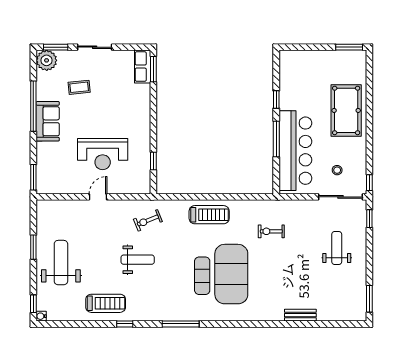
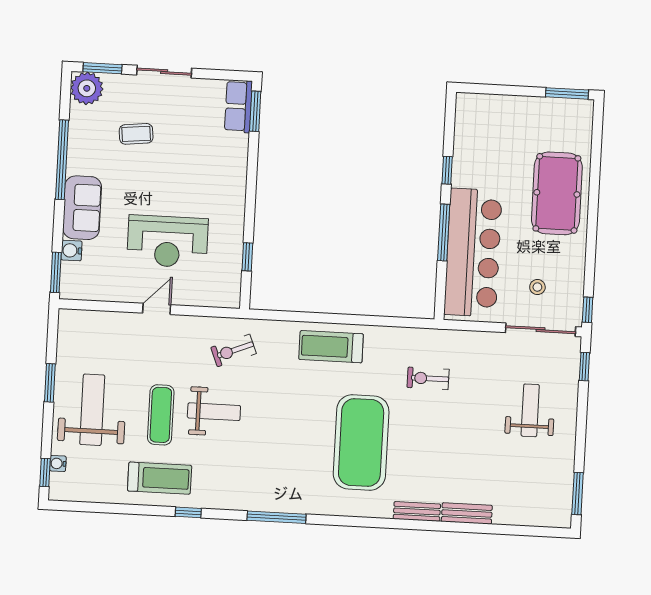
sofa: (48, 121) -> (82, 208), moved
water cooler: (42, 163) -> (72, 250), added
treadmill: (209, 215) -> (331, 347), turned 180
exercise mat: (202, 276) -> (161, 415), moved
water cooler: (41, 316) -> (58, 463), moved
bench: (269, 316) -> (417, 511), added

